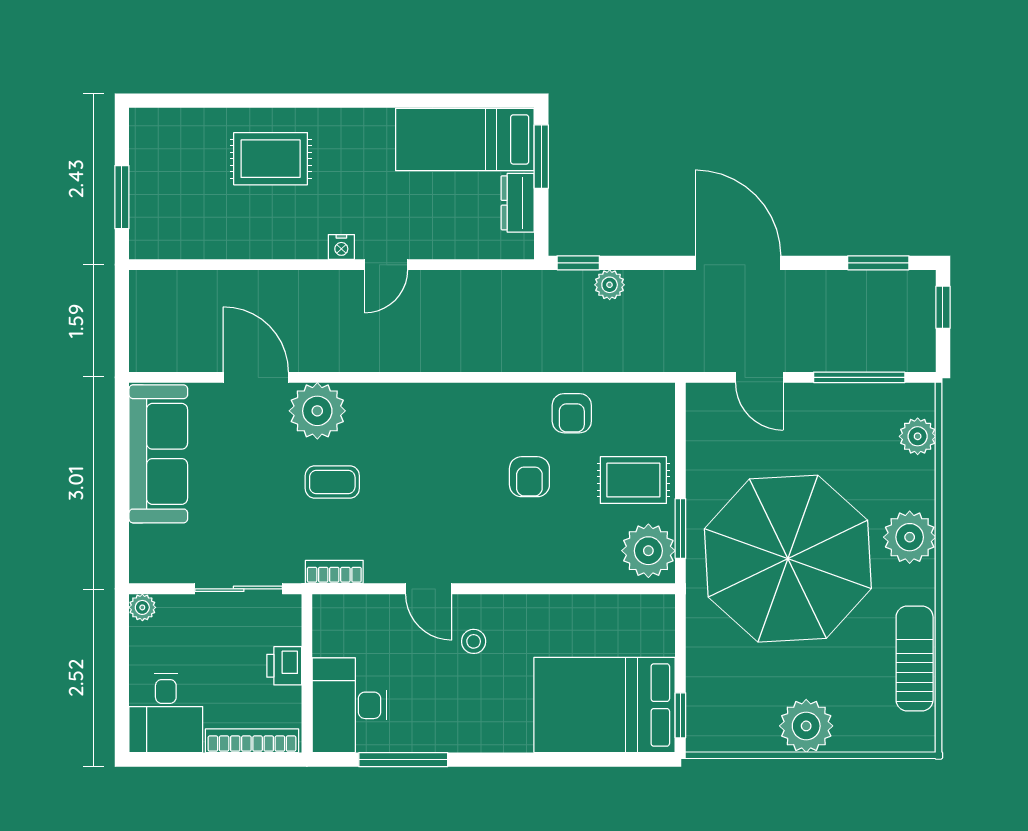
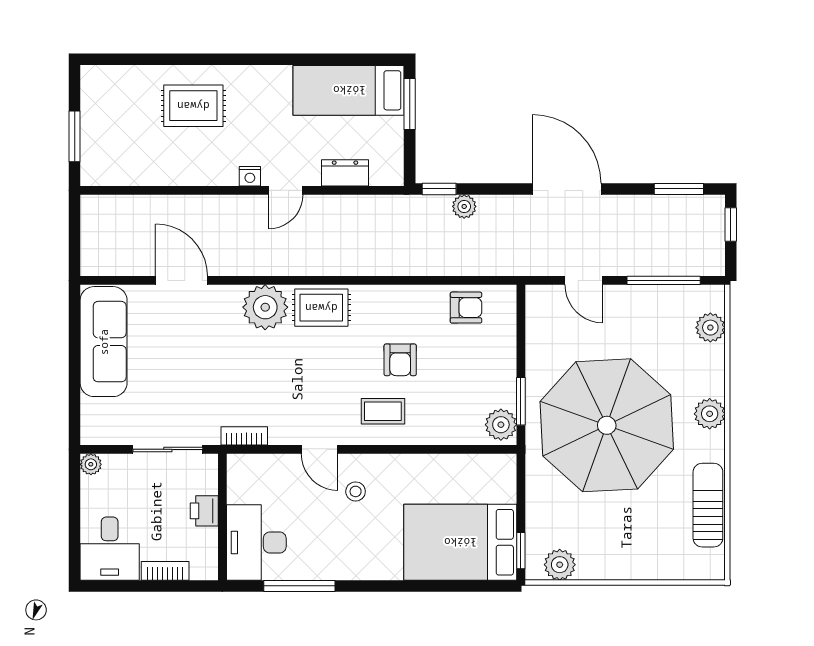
dresser: (518, 203) -> (345, 173), moved, turned 90
plant: (317, 411) -> (265, 307), moved
armchair: (572, 413) -> (466, 308), moved, turned -90
rug: (633, 480) -> (321, 308), moved
coffee table: (332, 482) -> (383, 411), moved
plant: (910, 537) -> (710, 414), width x0.73, depth x0.73
plant: (648, 551) -> (501, 425), width x0.73, depth x0.73
plant: (806, 726) -> (560, 565), moved, width x0.73, depth x0.73
bookcase: (252, 741) -> (165, 571), width x0.64

